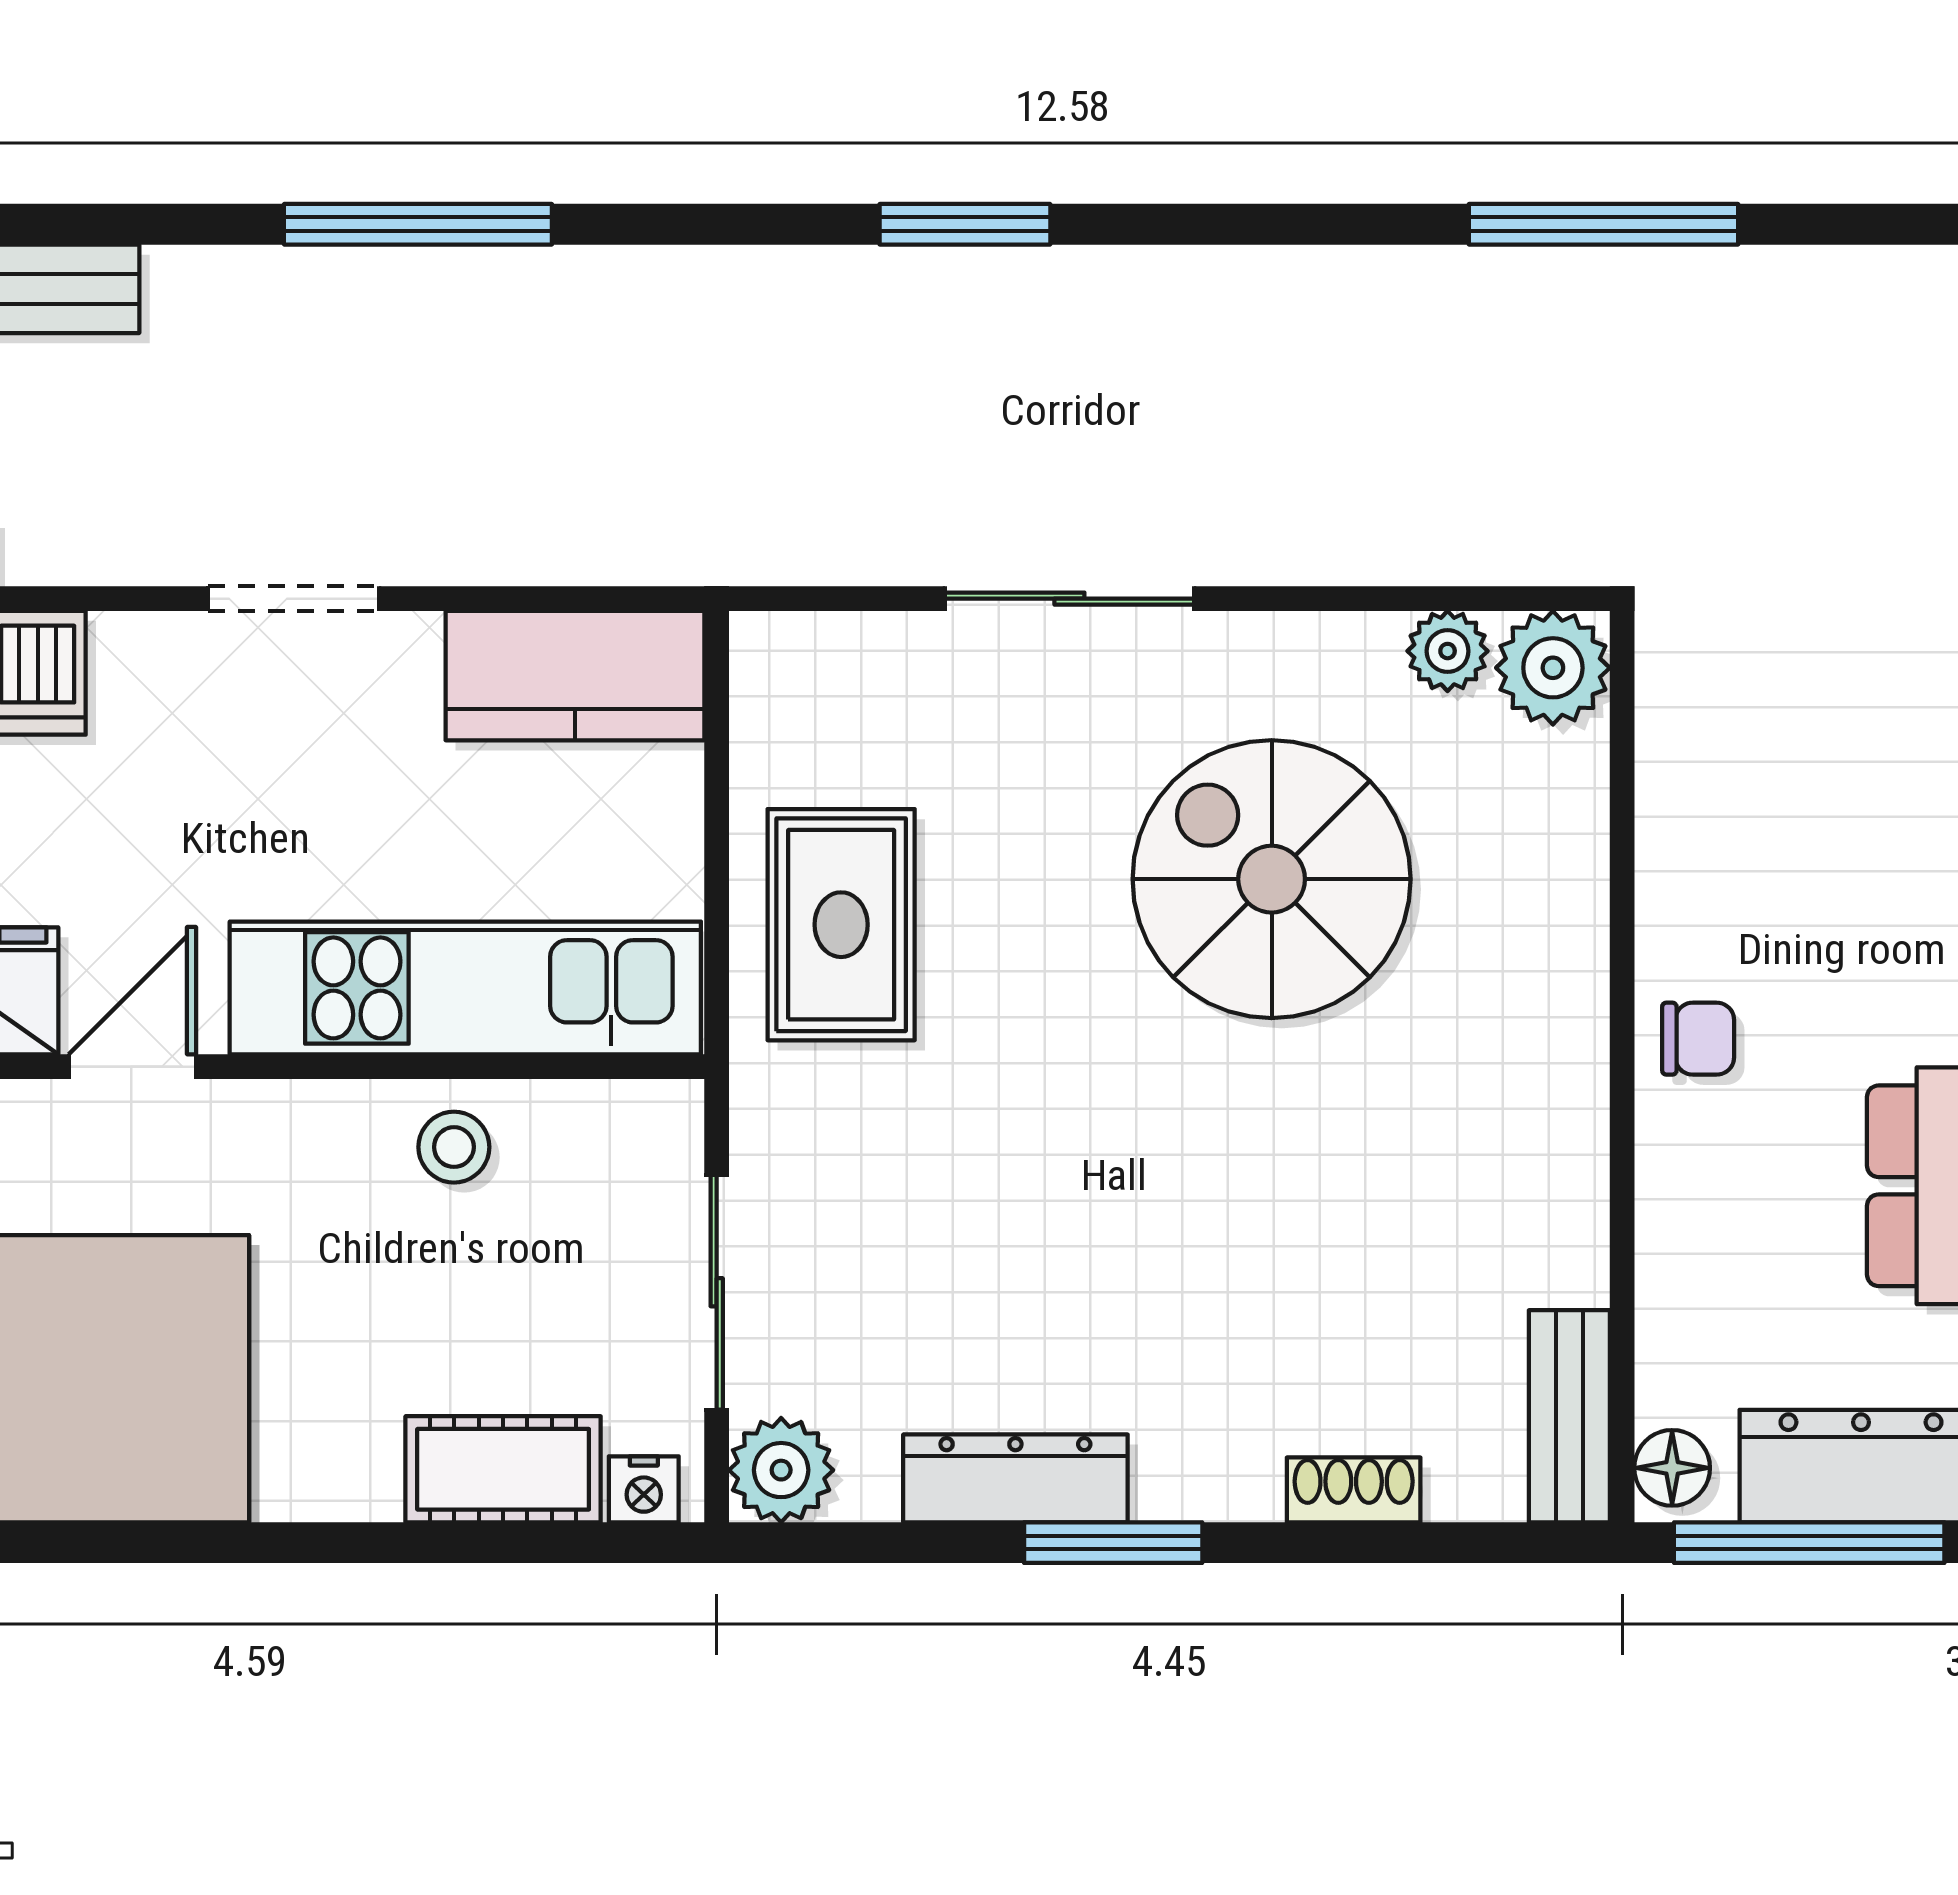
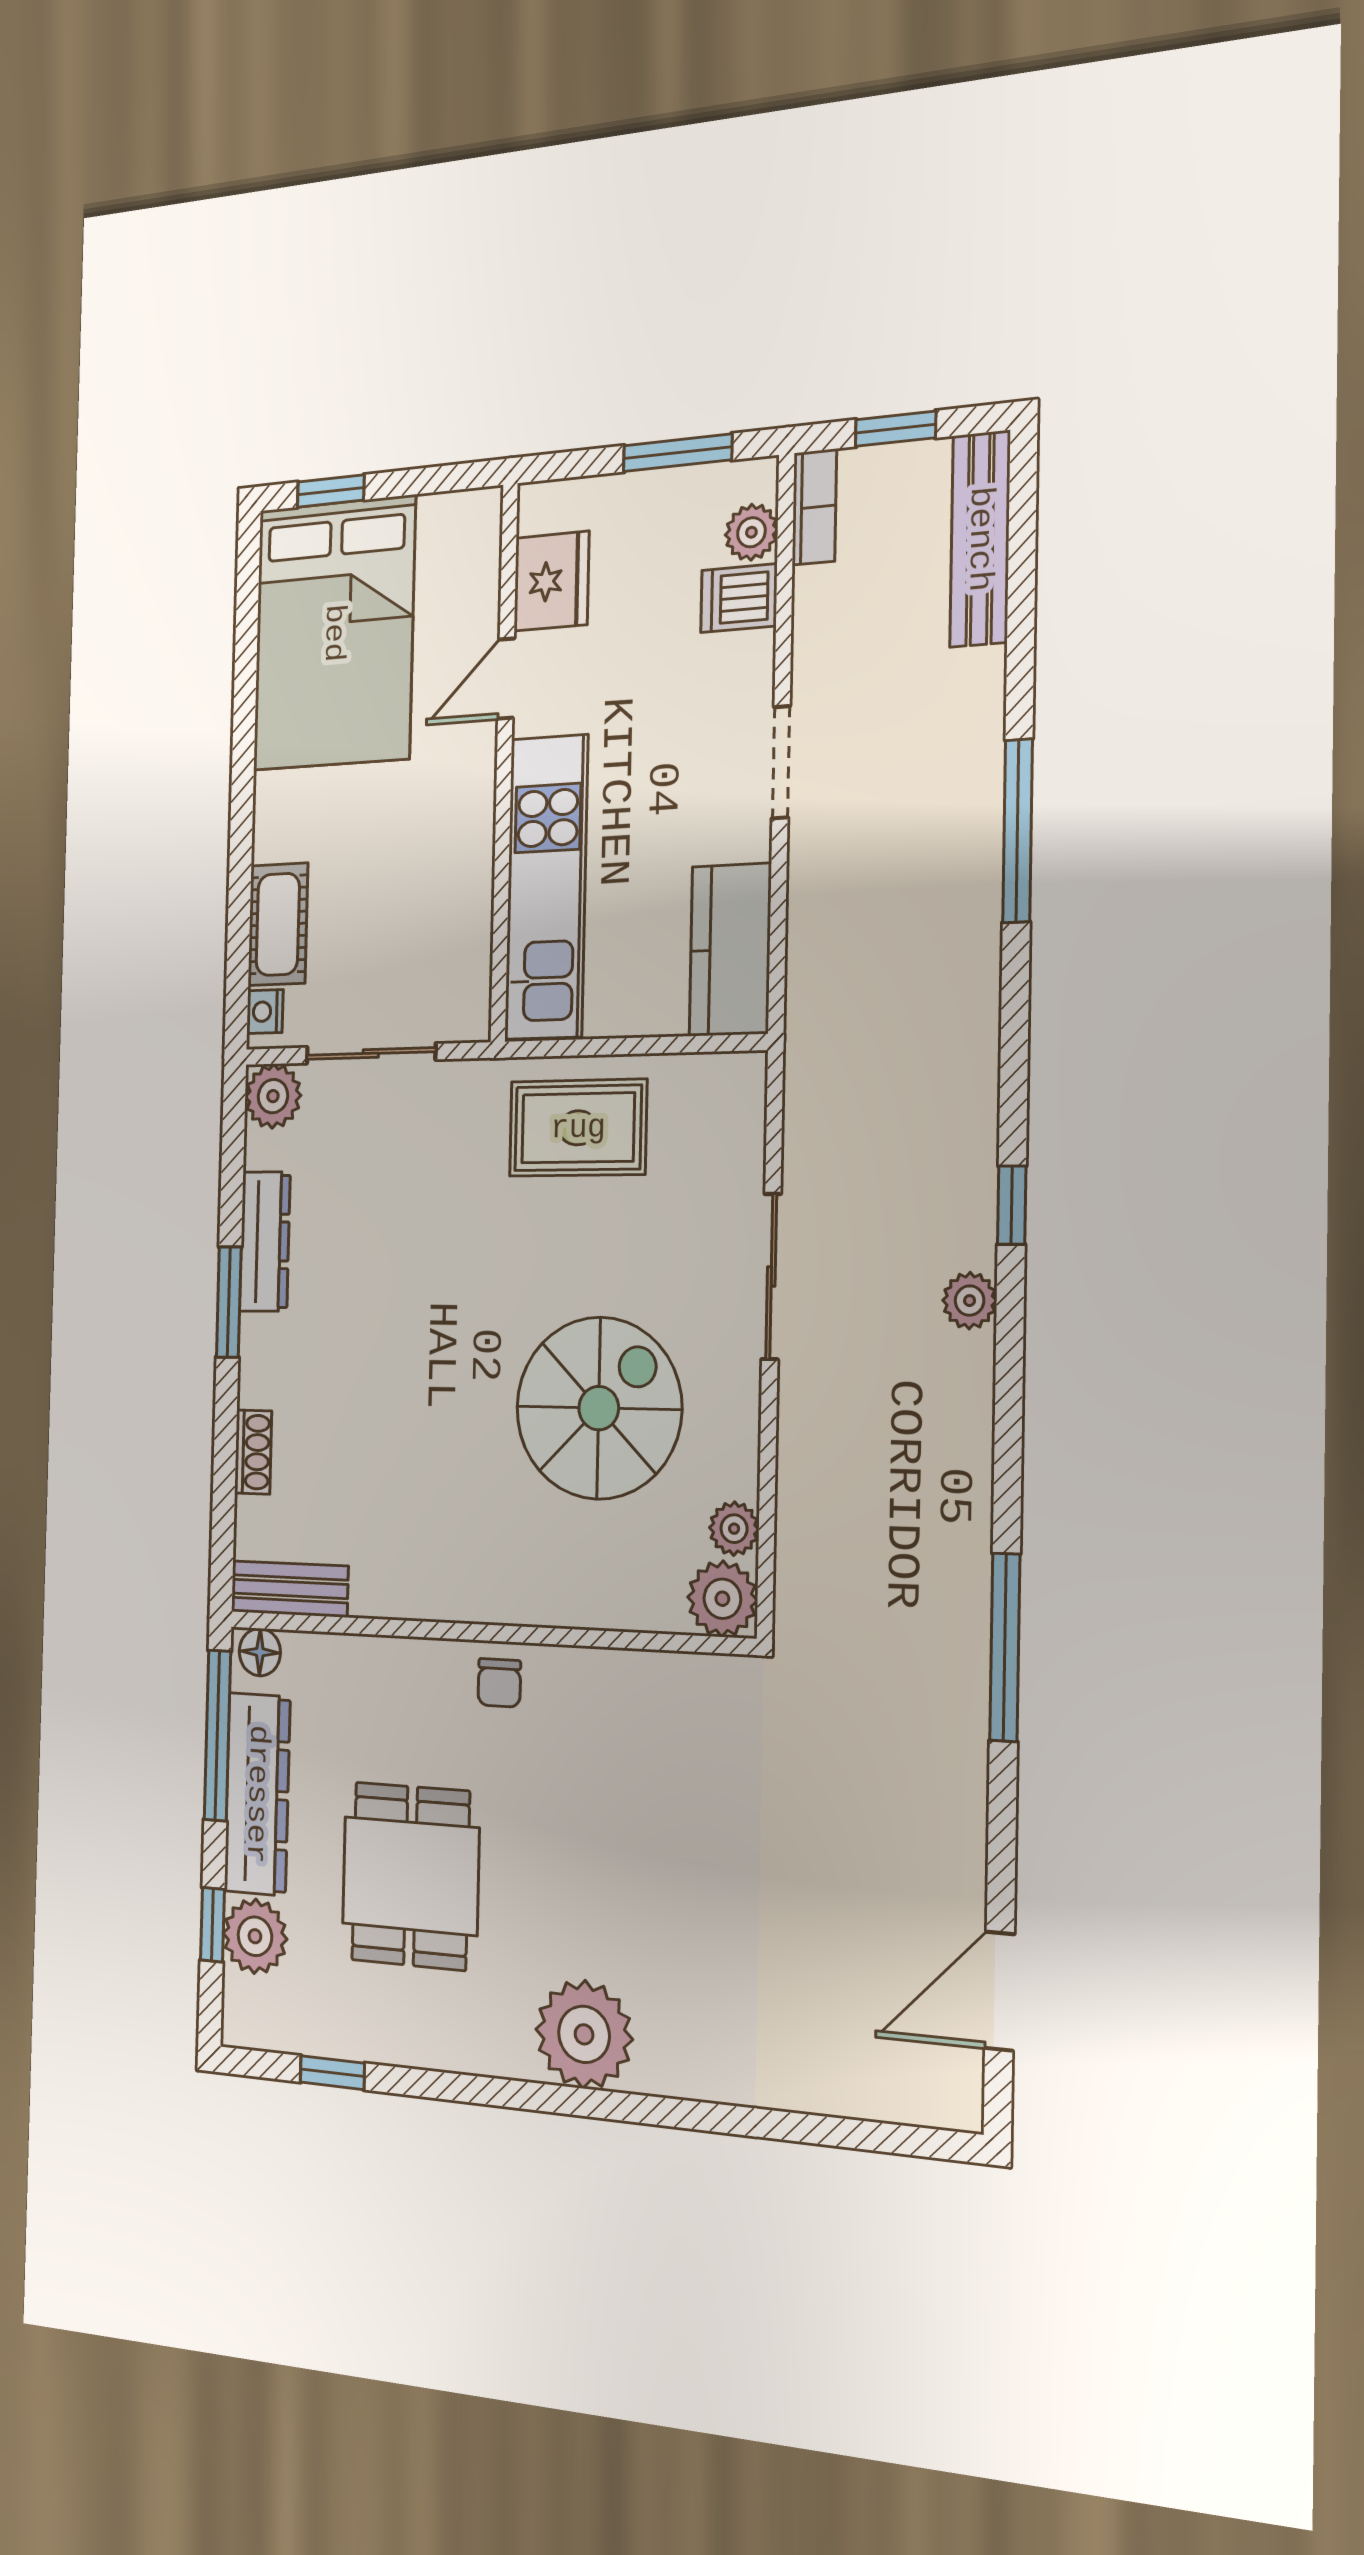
window: (965, 224) -> (1012, 1205), width x0.67
plant: (1104, 286) -> (970, 1301), added
door: (132, 1067) -> (506, 679), swing flipped
stool: (454, 1147) -> (456, 885), removed

